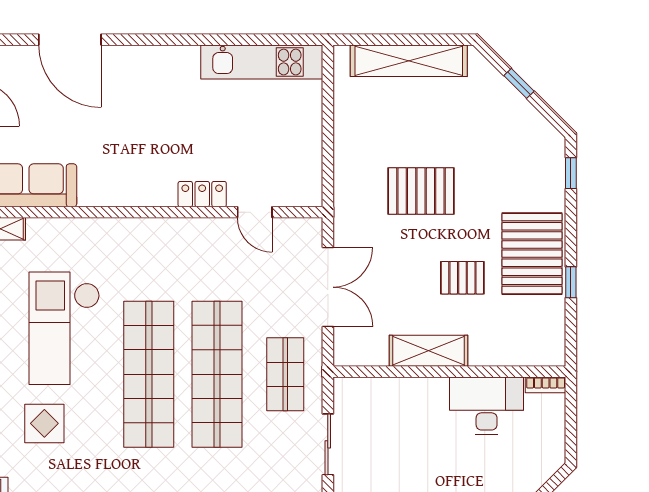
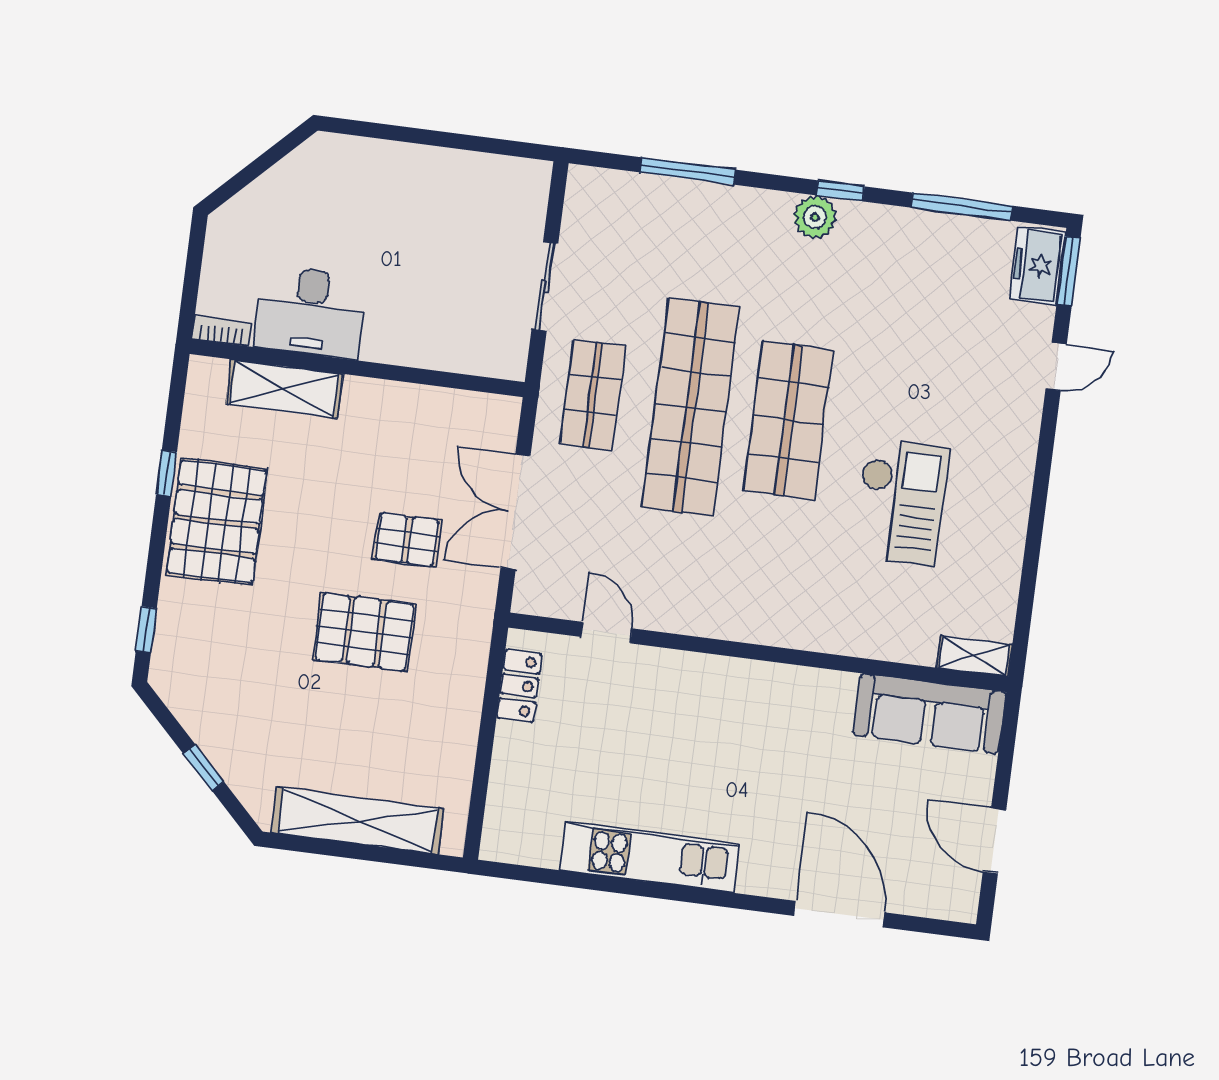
kitchen unit: (262, 62) -> (650, 857), moved
locker: (202, 194) -> (519, 686), moved, turned -90
pallet: (462, 278) -> (407, 540), moved
checkout: (64, 328) -> (901, 502), width x0.73, depth x0.83
shelving: (428, 351) -> (284, 389), moved
shop shelf: (149, 374) -> (788, 420), width x0.71
display table: (44, 423) -> (947, 369), removed

